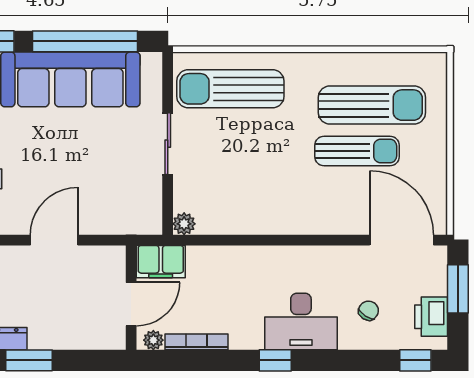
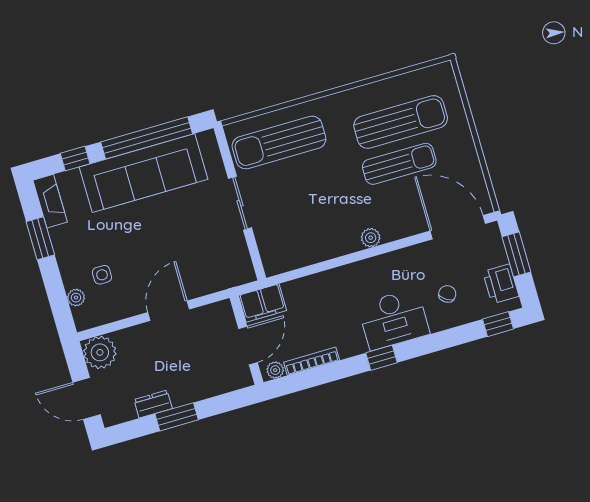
plant: (184, 224) -> (371, 238), moved

